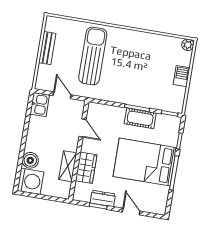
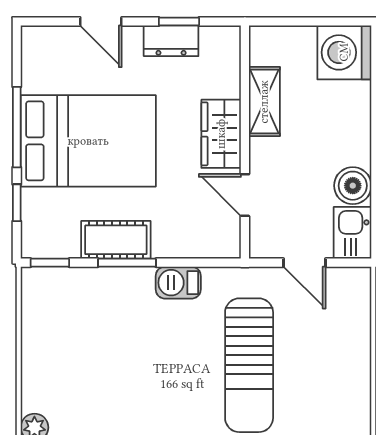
bench: (47, 48) -> (357, 366), removed
barbecue: (182, 76) -> (178, 283), moved, turned 90
boiler: (30, 160) -> (353, 186), moved
wardrobe: (86, 168) -> (221, 134), moved

